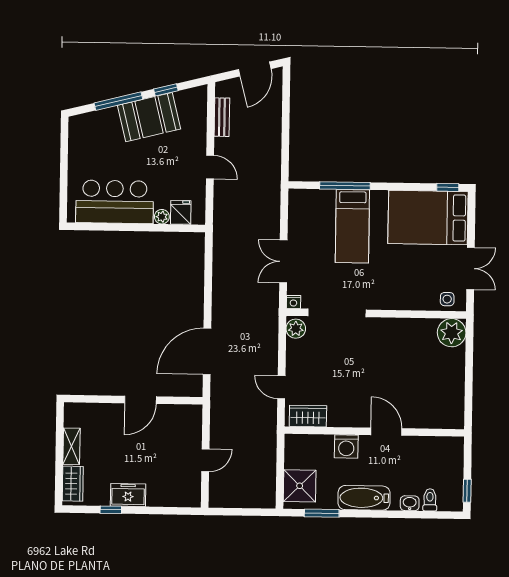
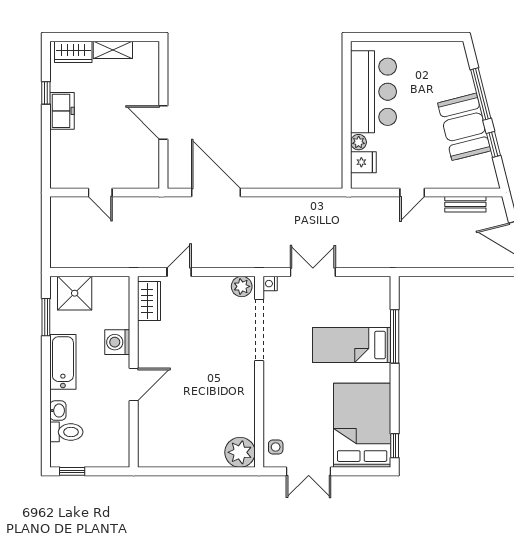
toilet: (430, 500) -> (66, 432), width x1.37, depth x1.39

